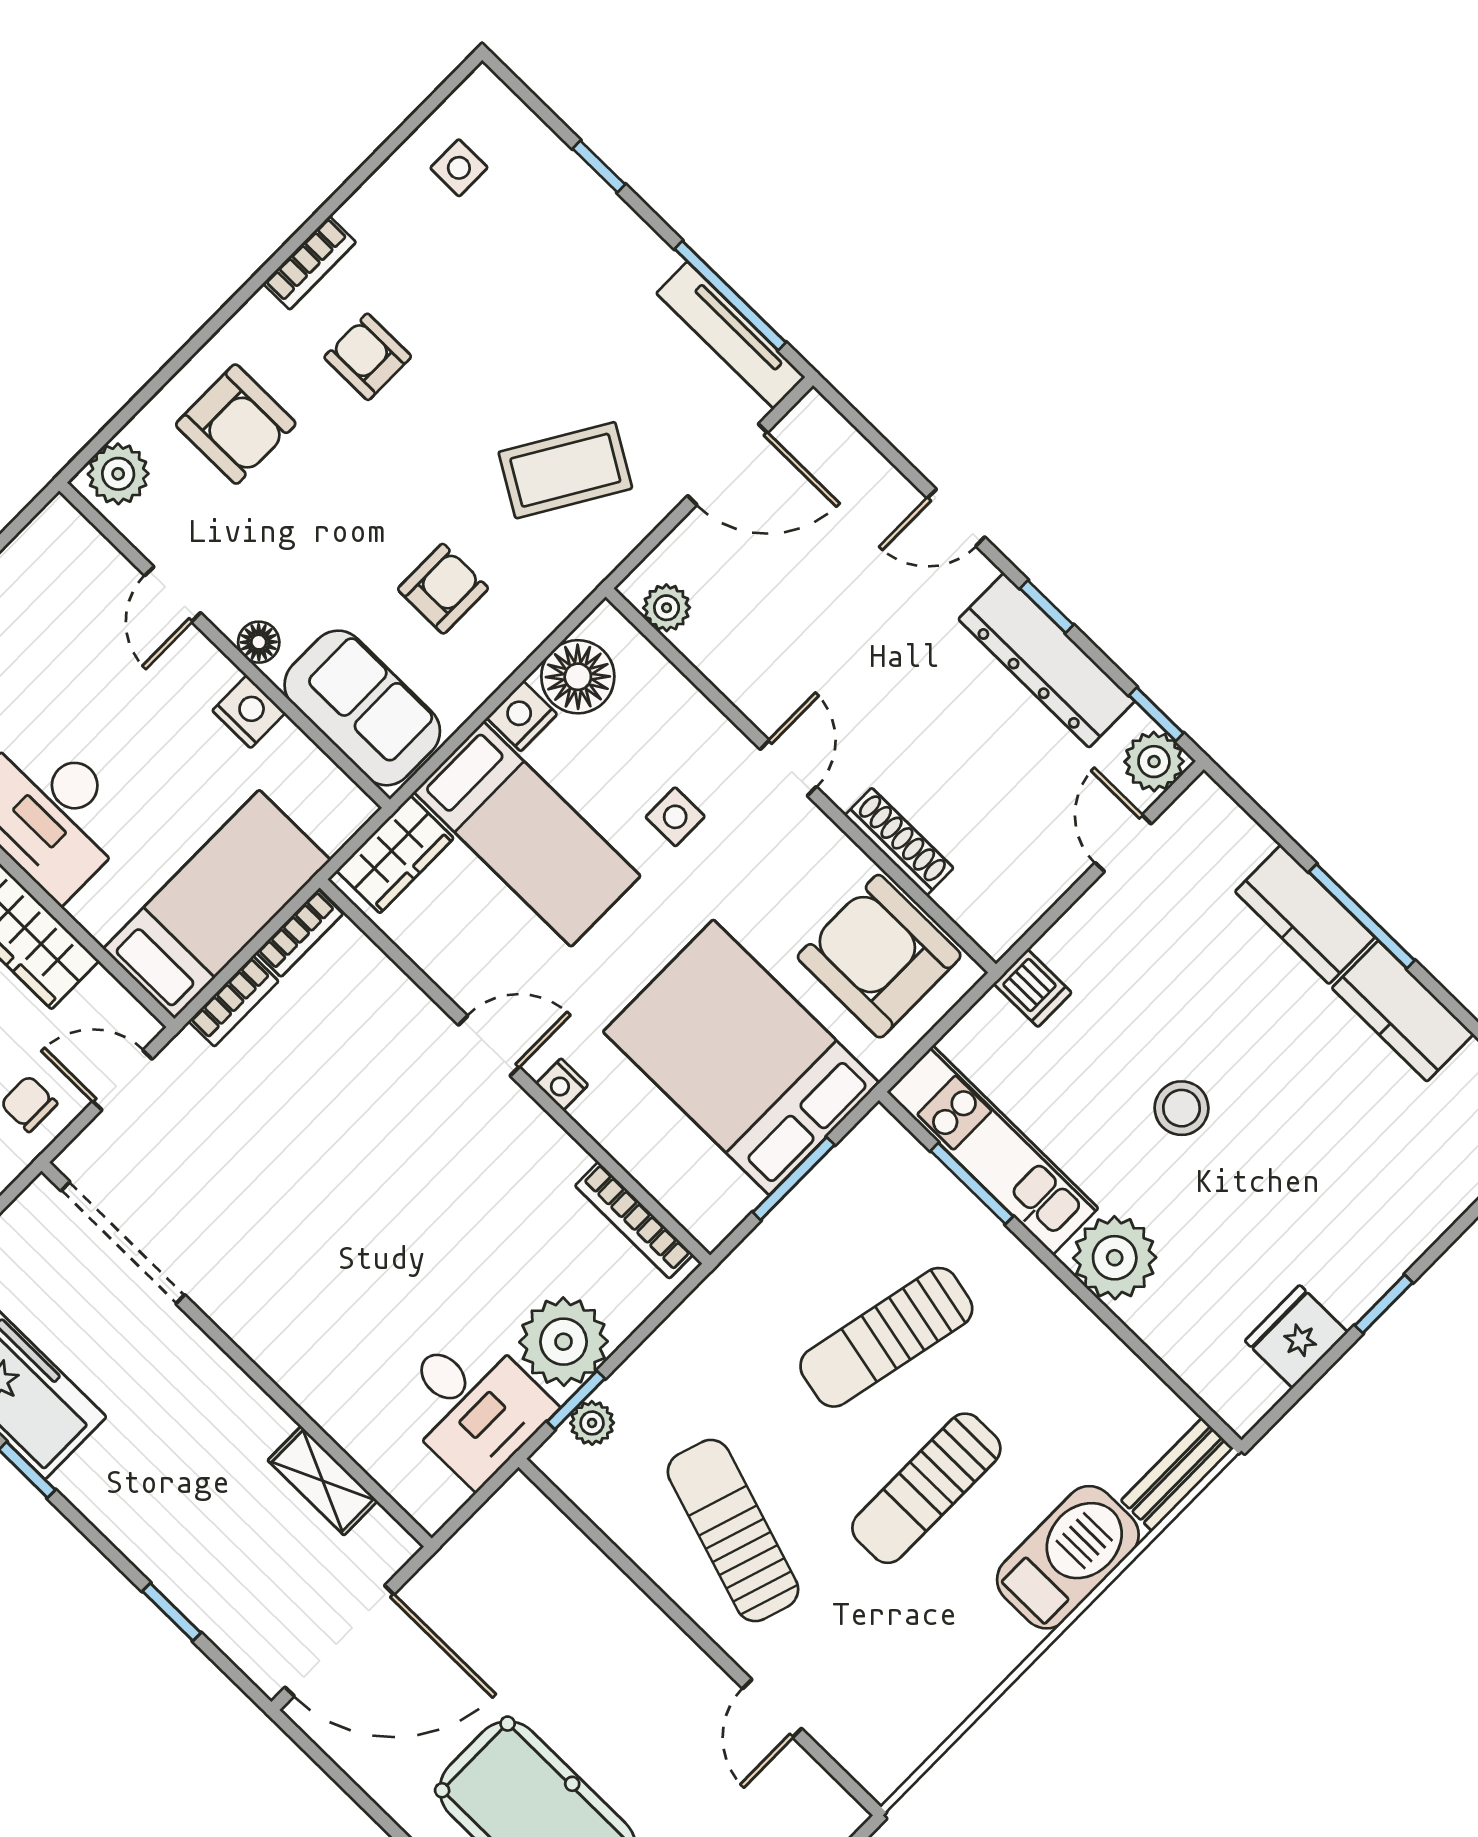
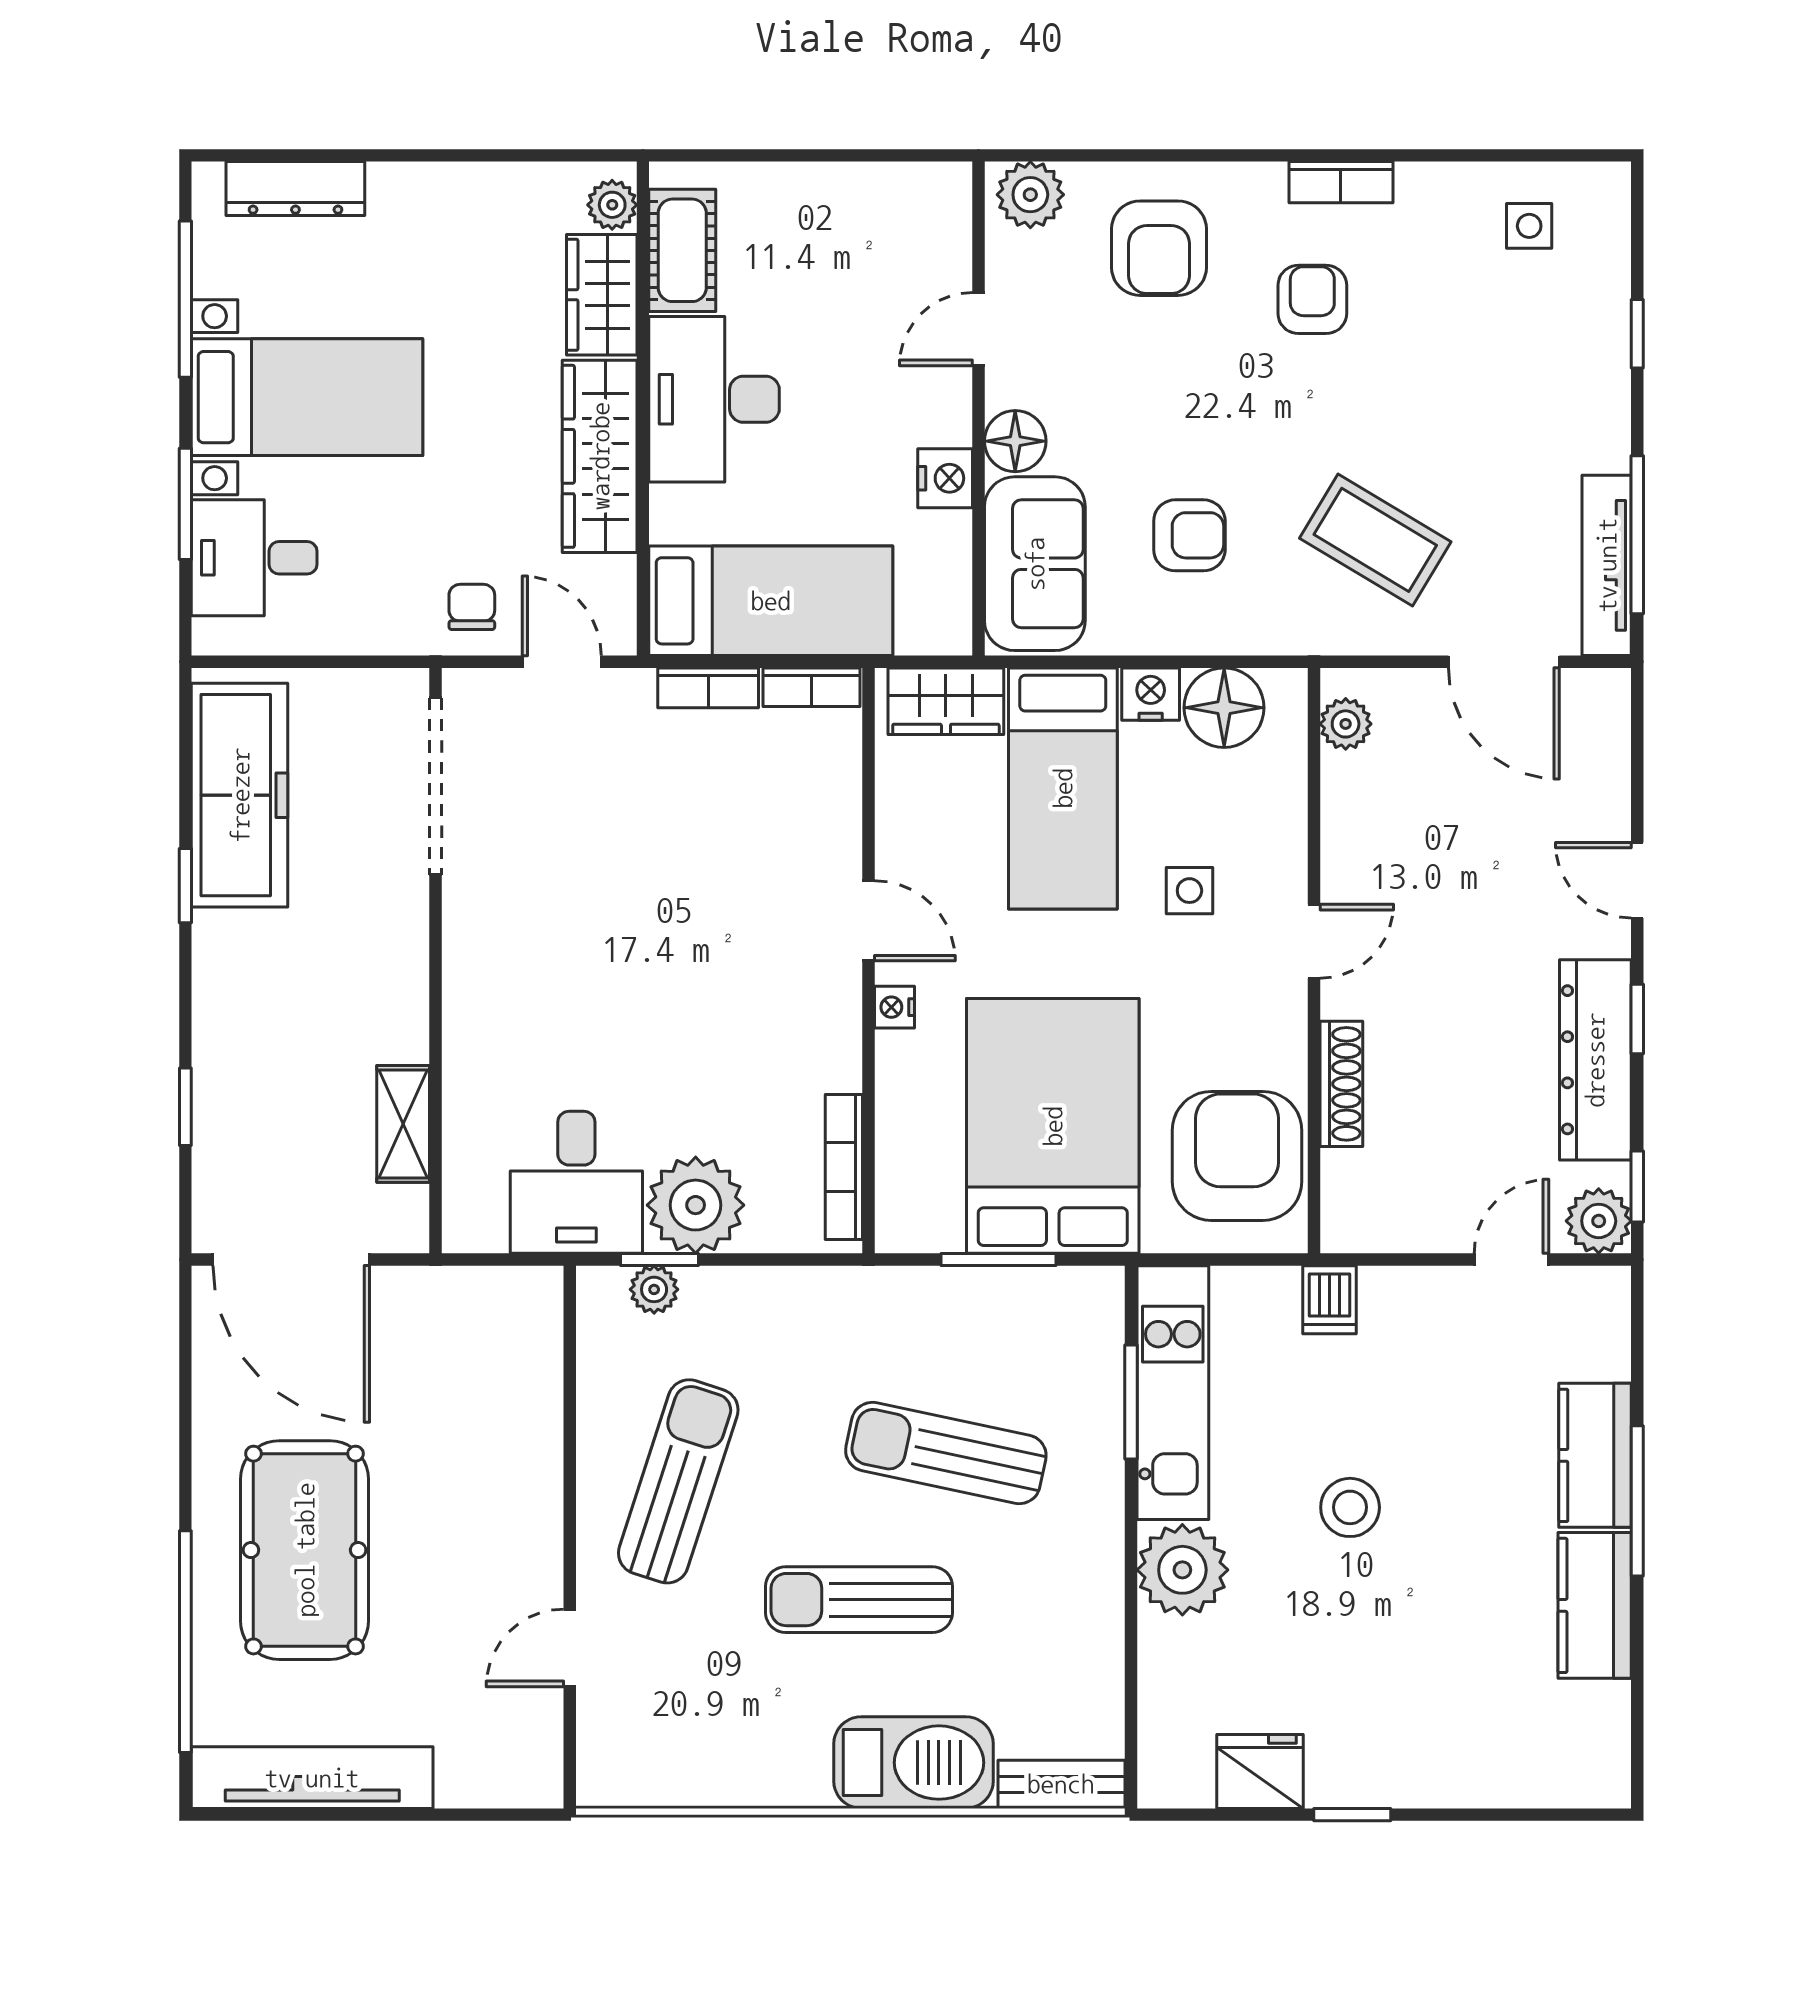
floor lamp: (259, 642) -> (1015, 441), width x1.37, depth x1.37

